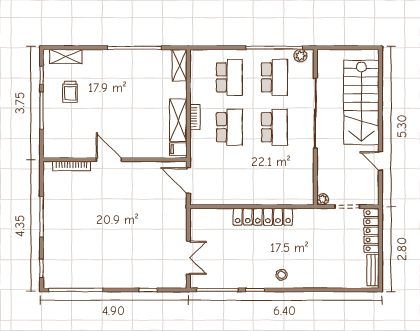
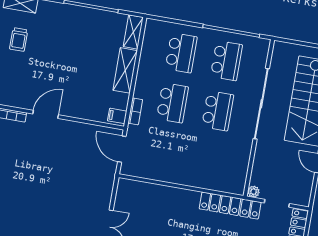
plant: (300, 56) -> (256, 44), removed
bookcase: (195, 117) -> (135, 111), moved
shelving: (178, 120) -> (125, 70), moved
door: (109, 160) -> (46, 114), hinge flipped
locker: (263, 217) -> (230, 206), moved

